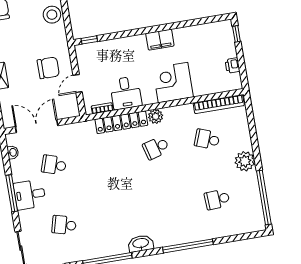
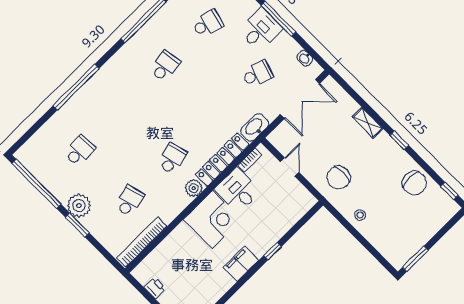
stool: (52, 15) -> (360, 215), width x0.53, depth x0.53
window: (89, 40) -> (273, 251), moved
chair: (48, 68) -> (339, 178), moved
corner desk: (173, 83) -> (212, 219), moved
school desk: (207, 139) -> (129, 201), turned -36
window: (256, 148) -> (77, 225), added
school desk: (115, 216) -> (165, 66), added
washbasin: (141, 244) -> (255, 127), moved, turned 180

